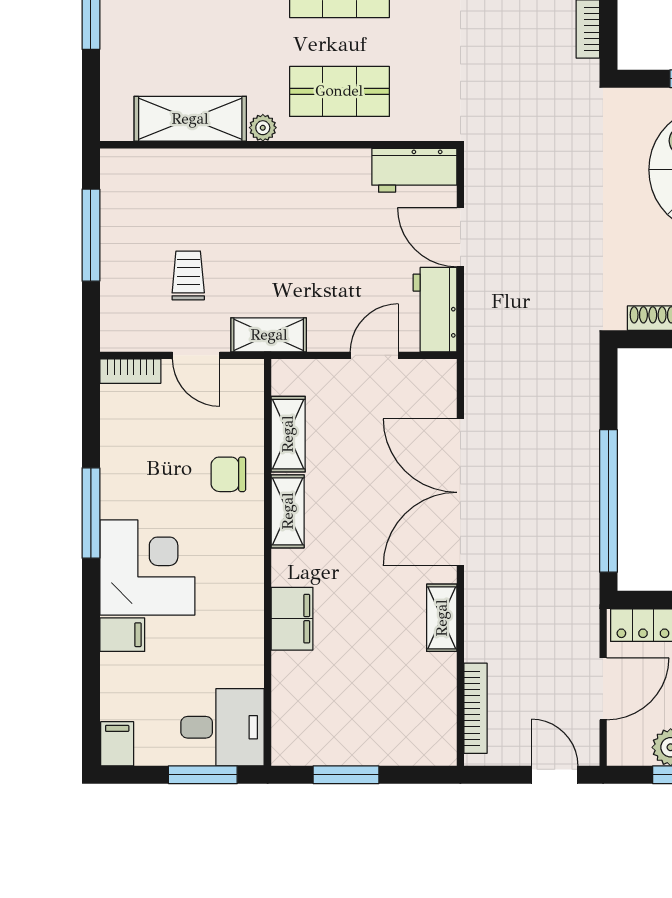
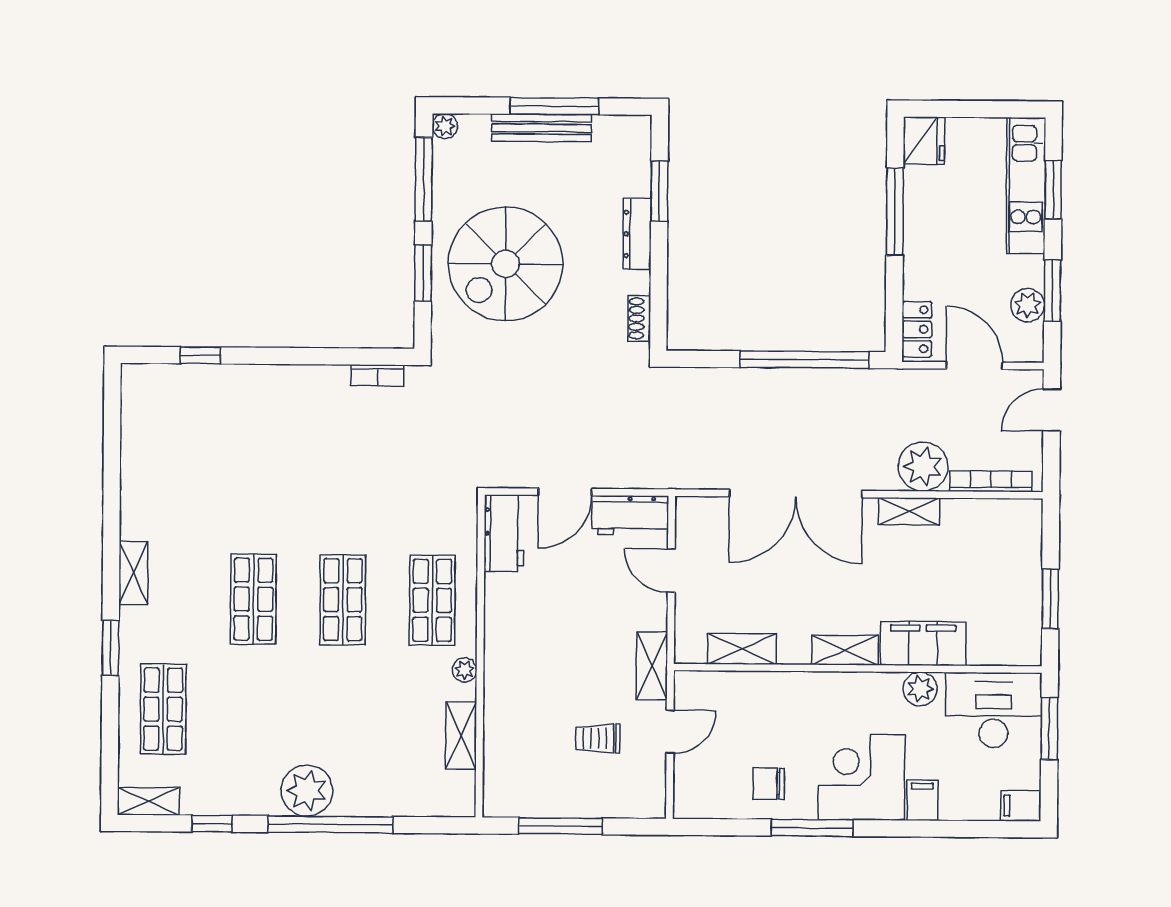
shelving: (190, 119) -> (461, 736), width x0.67, depth x0.75
bookcase: (130, 371) -> (684, 791), removed
chair: (228, 474) -> (769, 784), moved, turned 90
shelving: (288, 511) -> (845, 650), moved
filing cabinet: (292, 619) -> (923, 643), width x1.50, depth x1.17
plant: (245, 631) -> (920, 689), added
plant: (491, 633) -> (923, 466), added
desk: (222, 727) -> (994, 710), width x1.37

